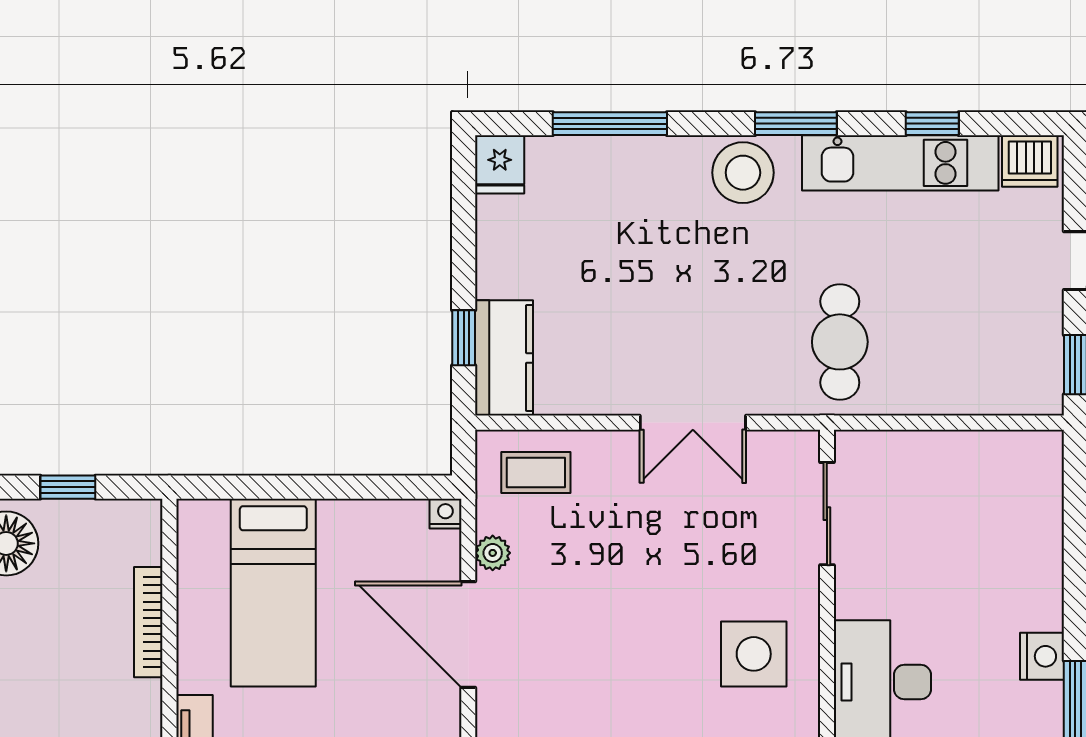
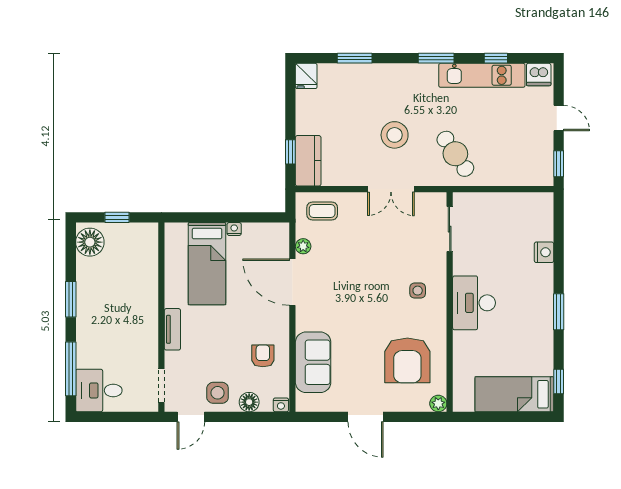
window: (610, 124) -> (355, 58), width x0.69
stool: (743, 173) -> (395, 135), moved
cafe table: (840, 342) -> (455, 154), turned -34
nightstand: (445, 514) -> (234, 229), moved
bookcase: (148, 622) -> (152, 277), removed
side table: (754, 654) -> (418, 291), width x0.54, depth x0.54
nightstand: (1042, 656) -> (544, 252), moved

